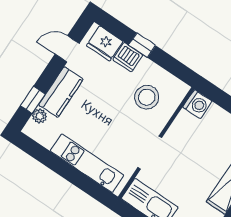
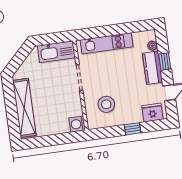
dishwasher: (128, 57) -> (134, 116), removed
window: (33, 100) -> (165, 61), moved

